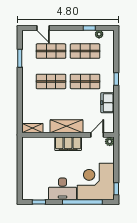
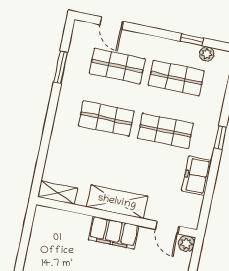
door: (97, 135) -> (167, 228), swing flipped

